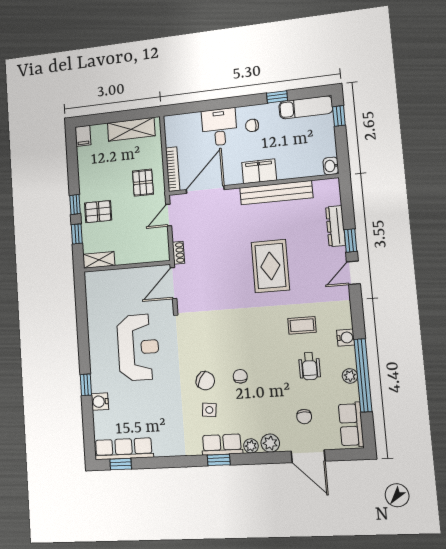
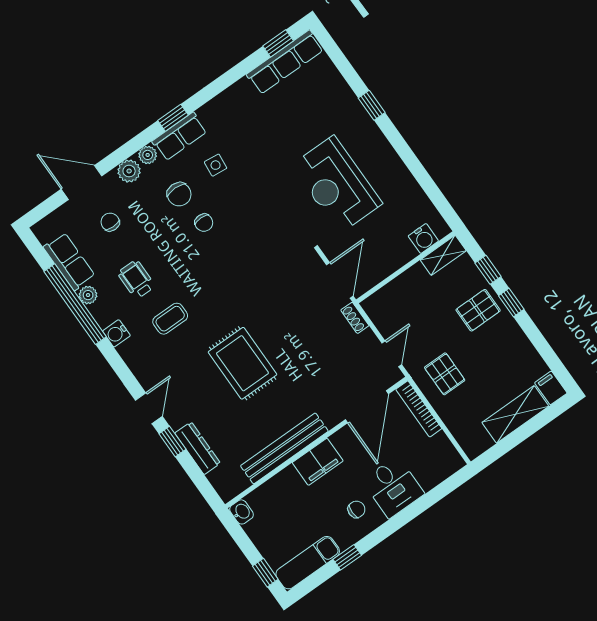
shelving: (131, 129) -> (515, 414), moved
chair: (205, 381) -> (179, 194), moved, turned -120
water cooler: (100, 402) -> (423, 238), moved, turned 90
row of seats: (351, 425) -> (69, 261), moved

